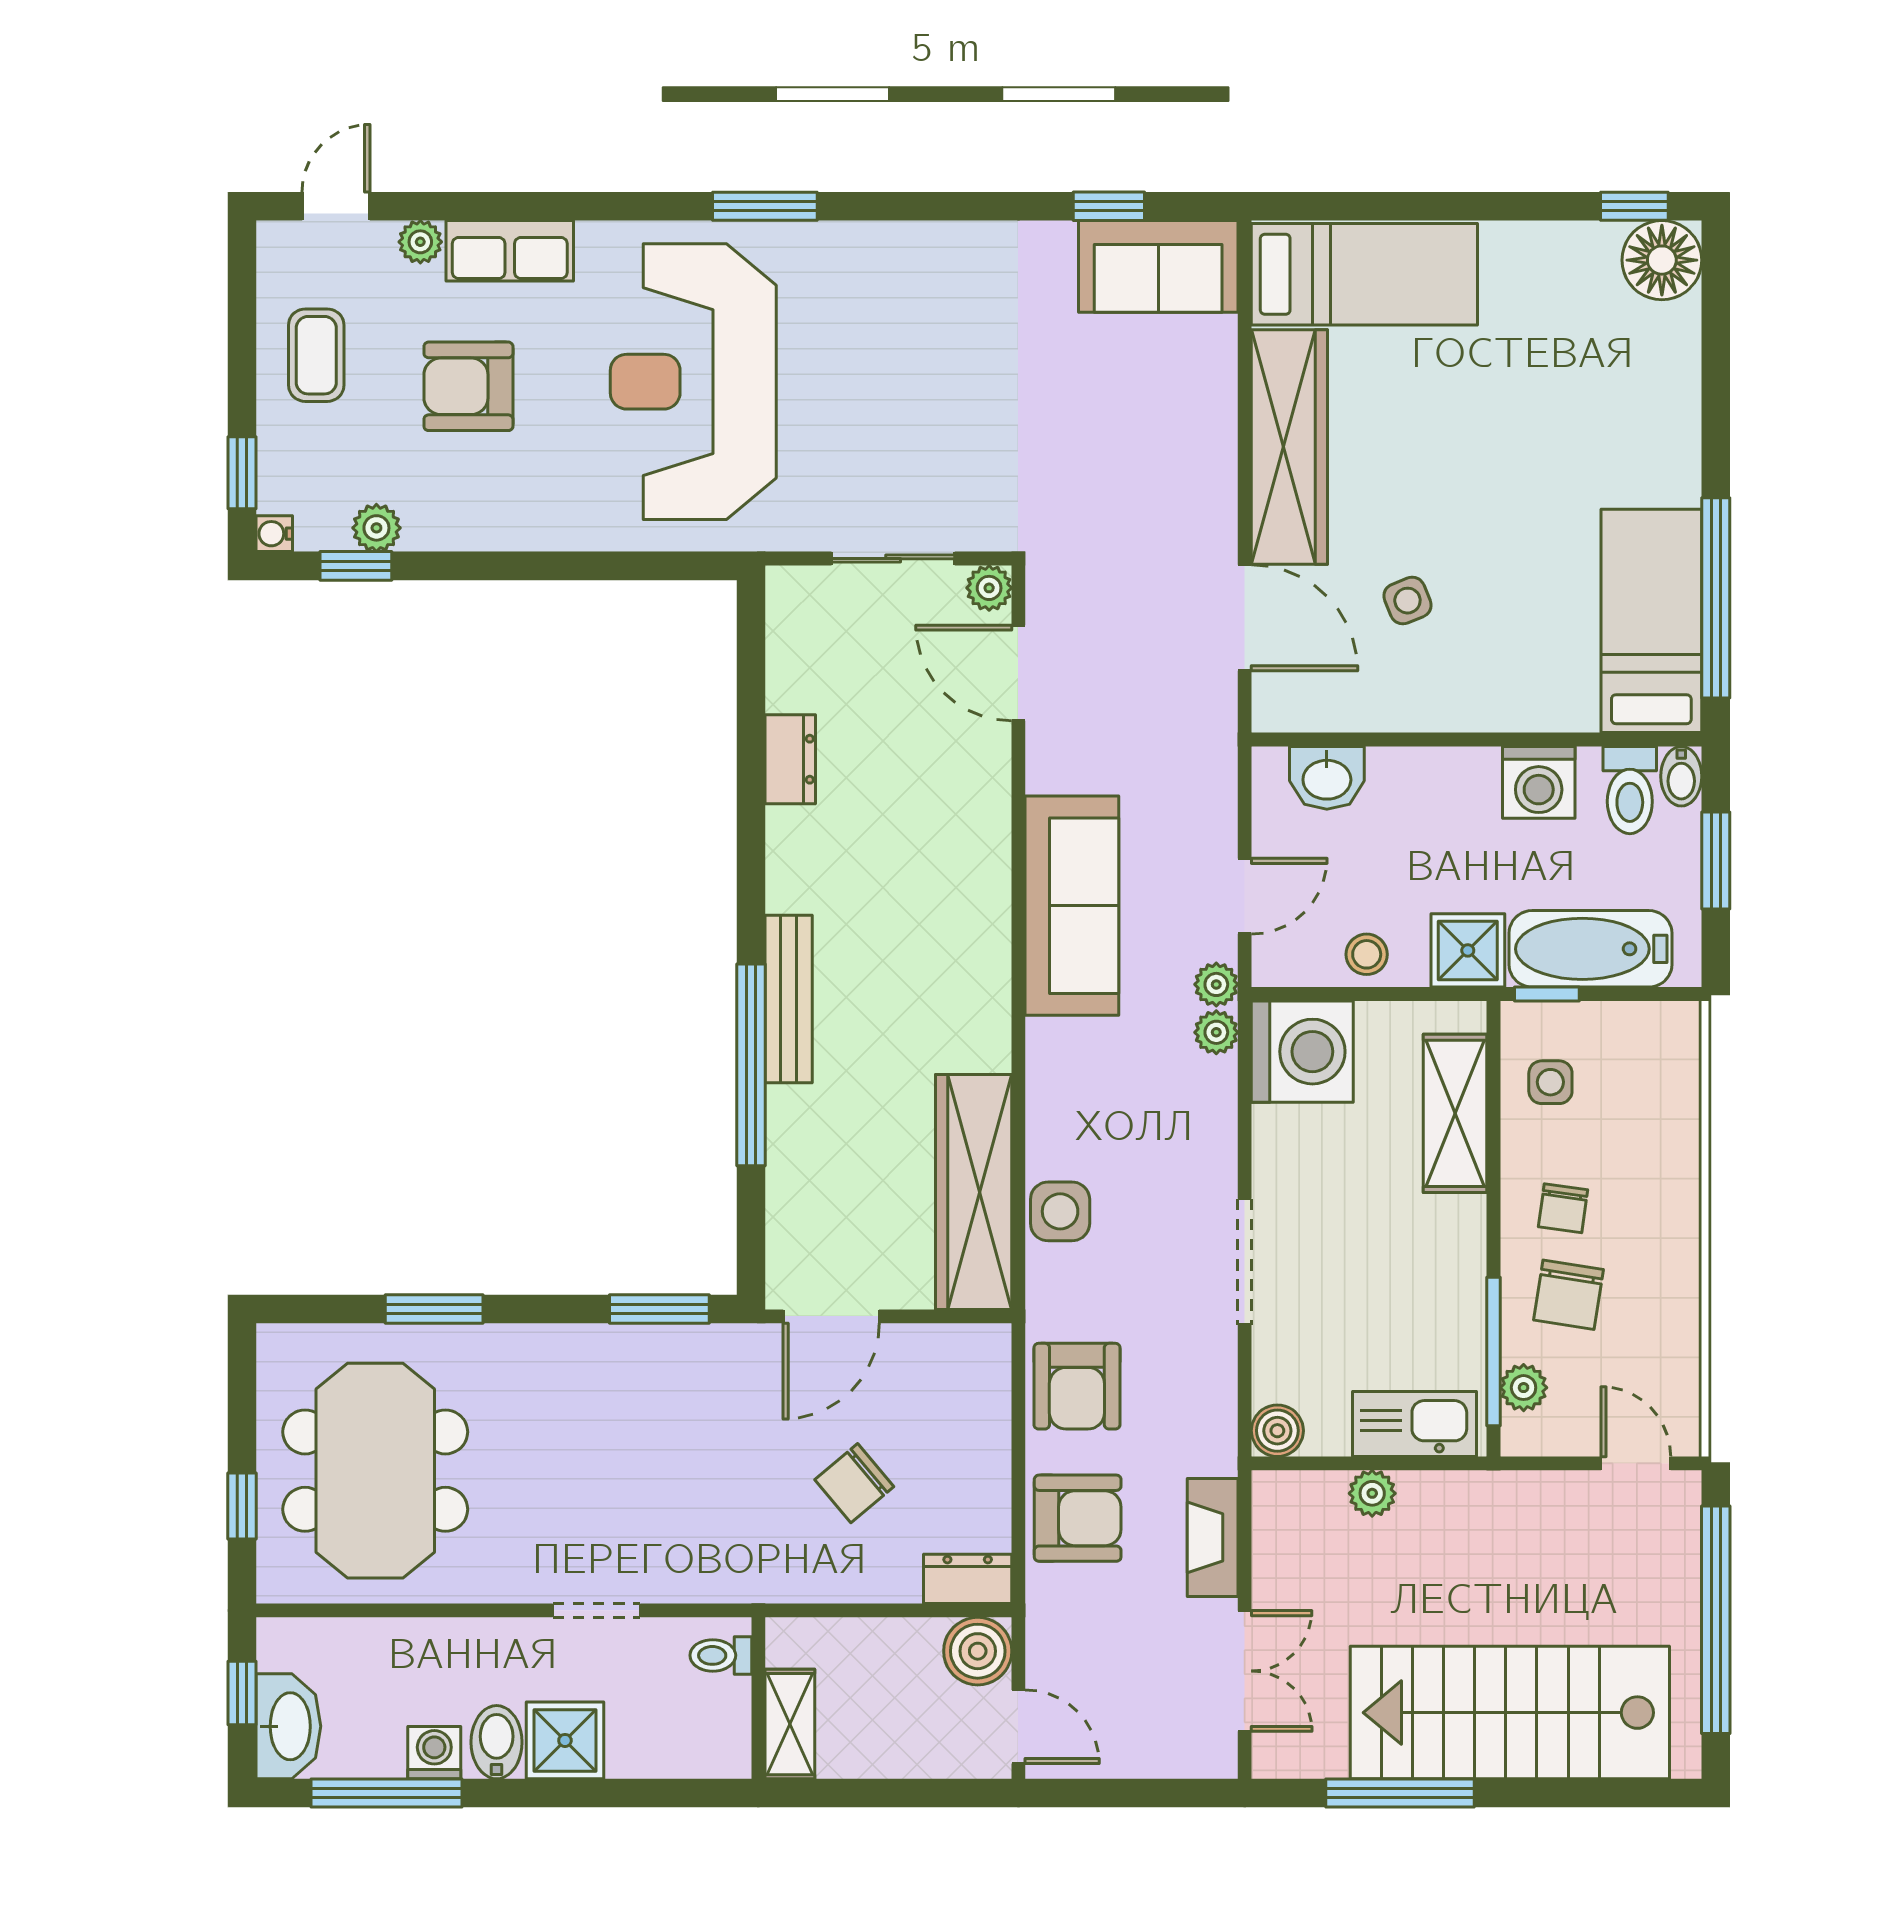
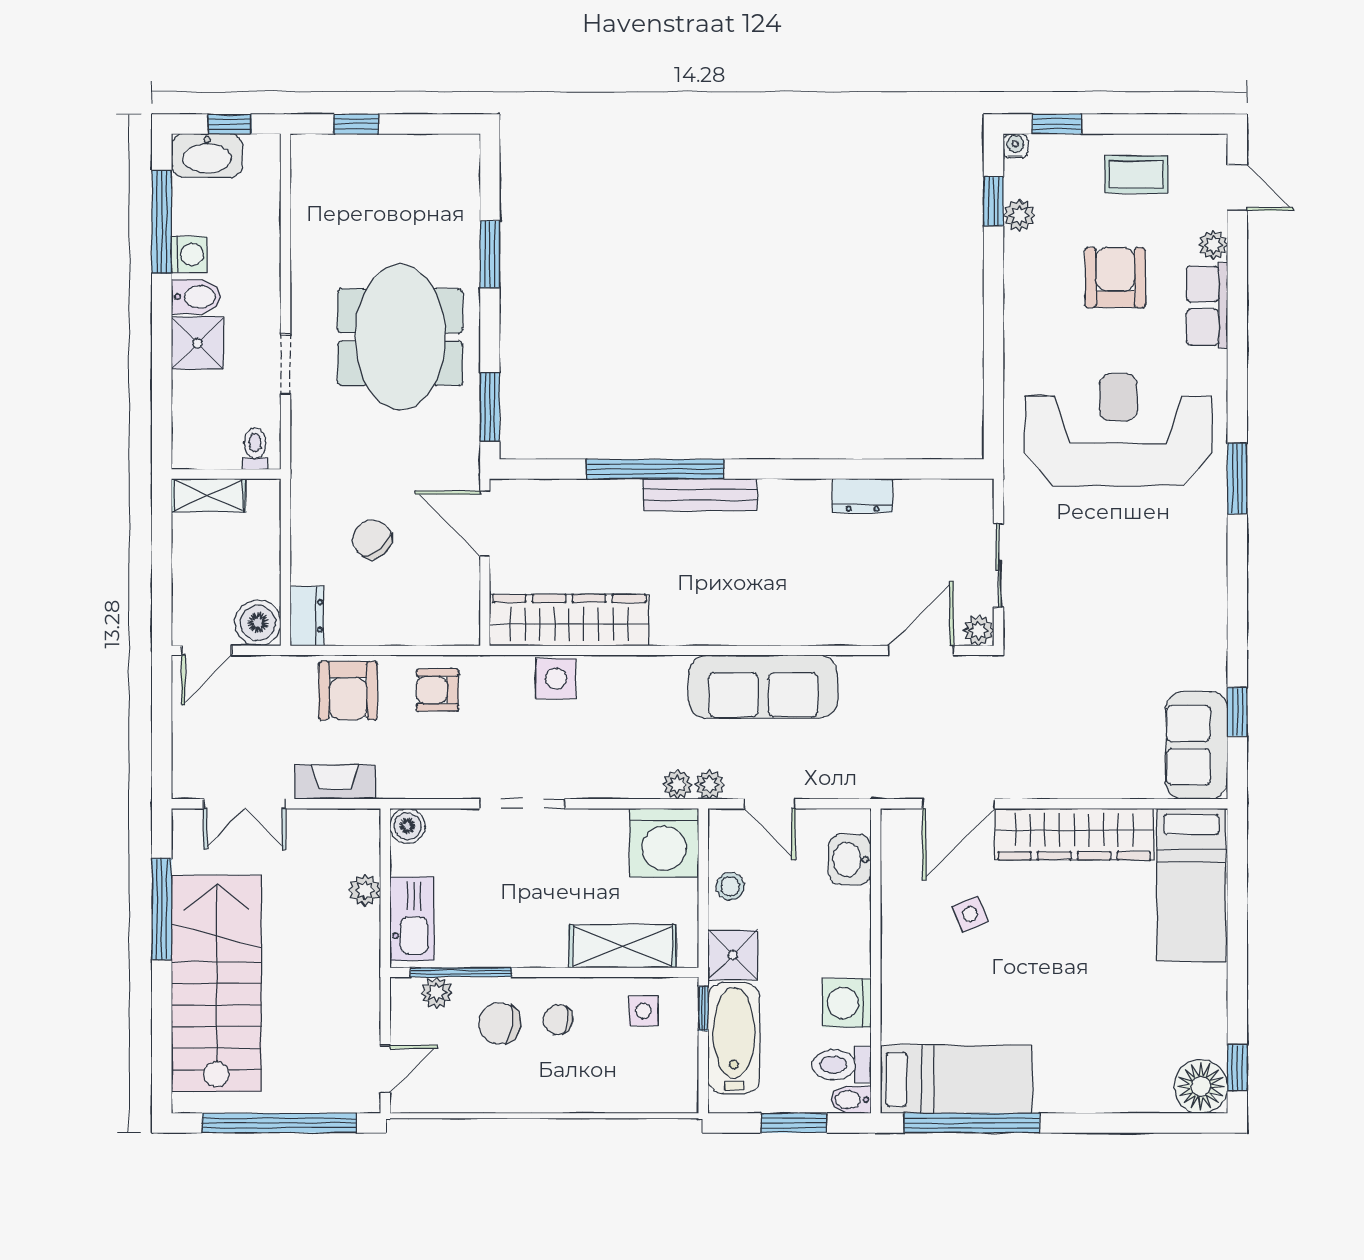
armchair: (1077, 1386) -> (438, 690), width x0.72, depth x0.72
meeting table: (375, 1471) -> (400, 337), moved, turned 90

